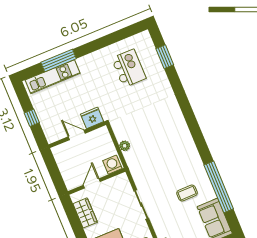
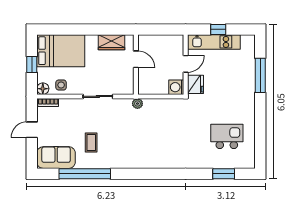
kitchen island: (129, 68) -> (227, 136), turned 180
kitchen unit: (53, 77) -> (214, 42), moved, turned -90
plant: (125, 146) -> (137, 104), moved
washing machine: (112, 165) -> (176, 87), moved, turned 180

